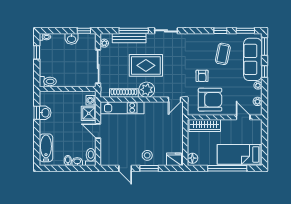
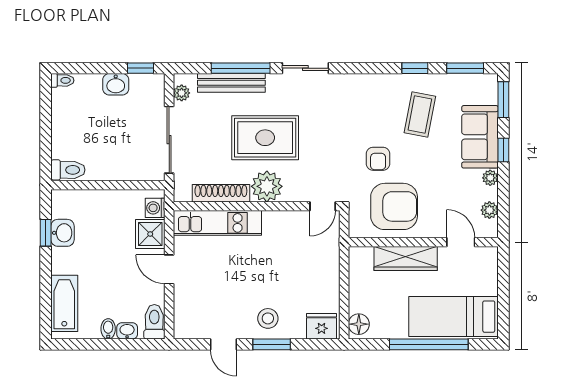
window: (37, 52) -> (46, 112), removed
sofa: (253, 59) -> (480, 137), width x0.73
wardrobe: (205, 126) -> (406, 259), moved

